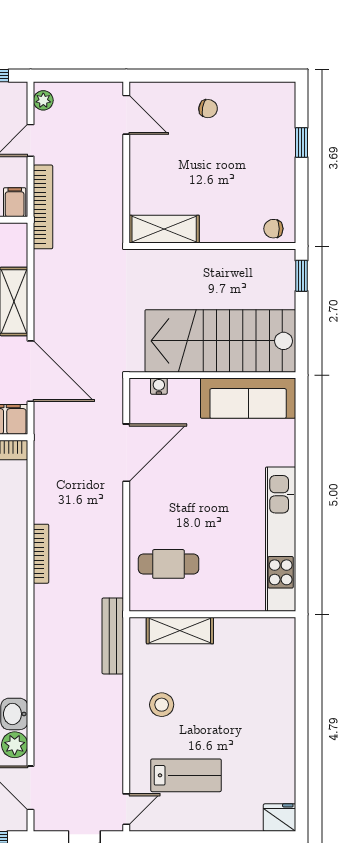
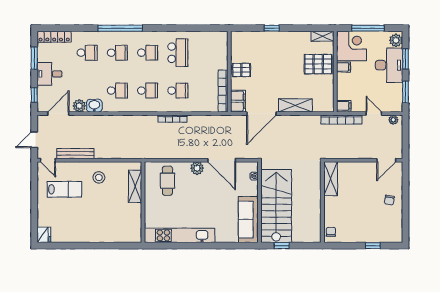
window: (302, 276) -> (282, 246), moved
plant: (143, 503) -> (197, 168), added
bench: (113, 636) -> (75, 154), moved
lab bench: (186, 775) -> (64, 189), turned -90

